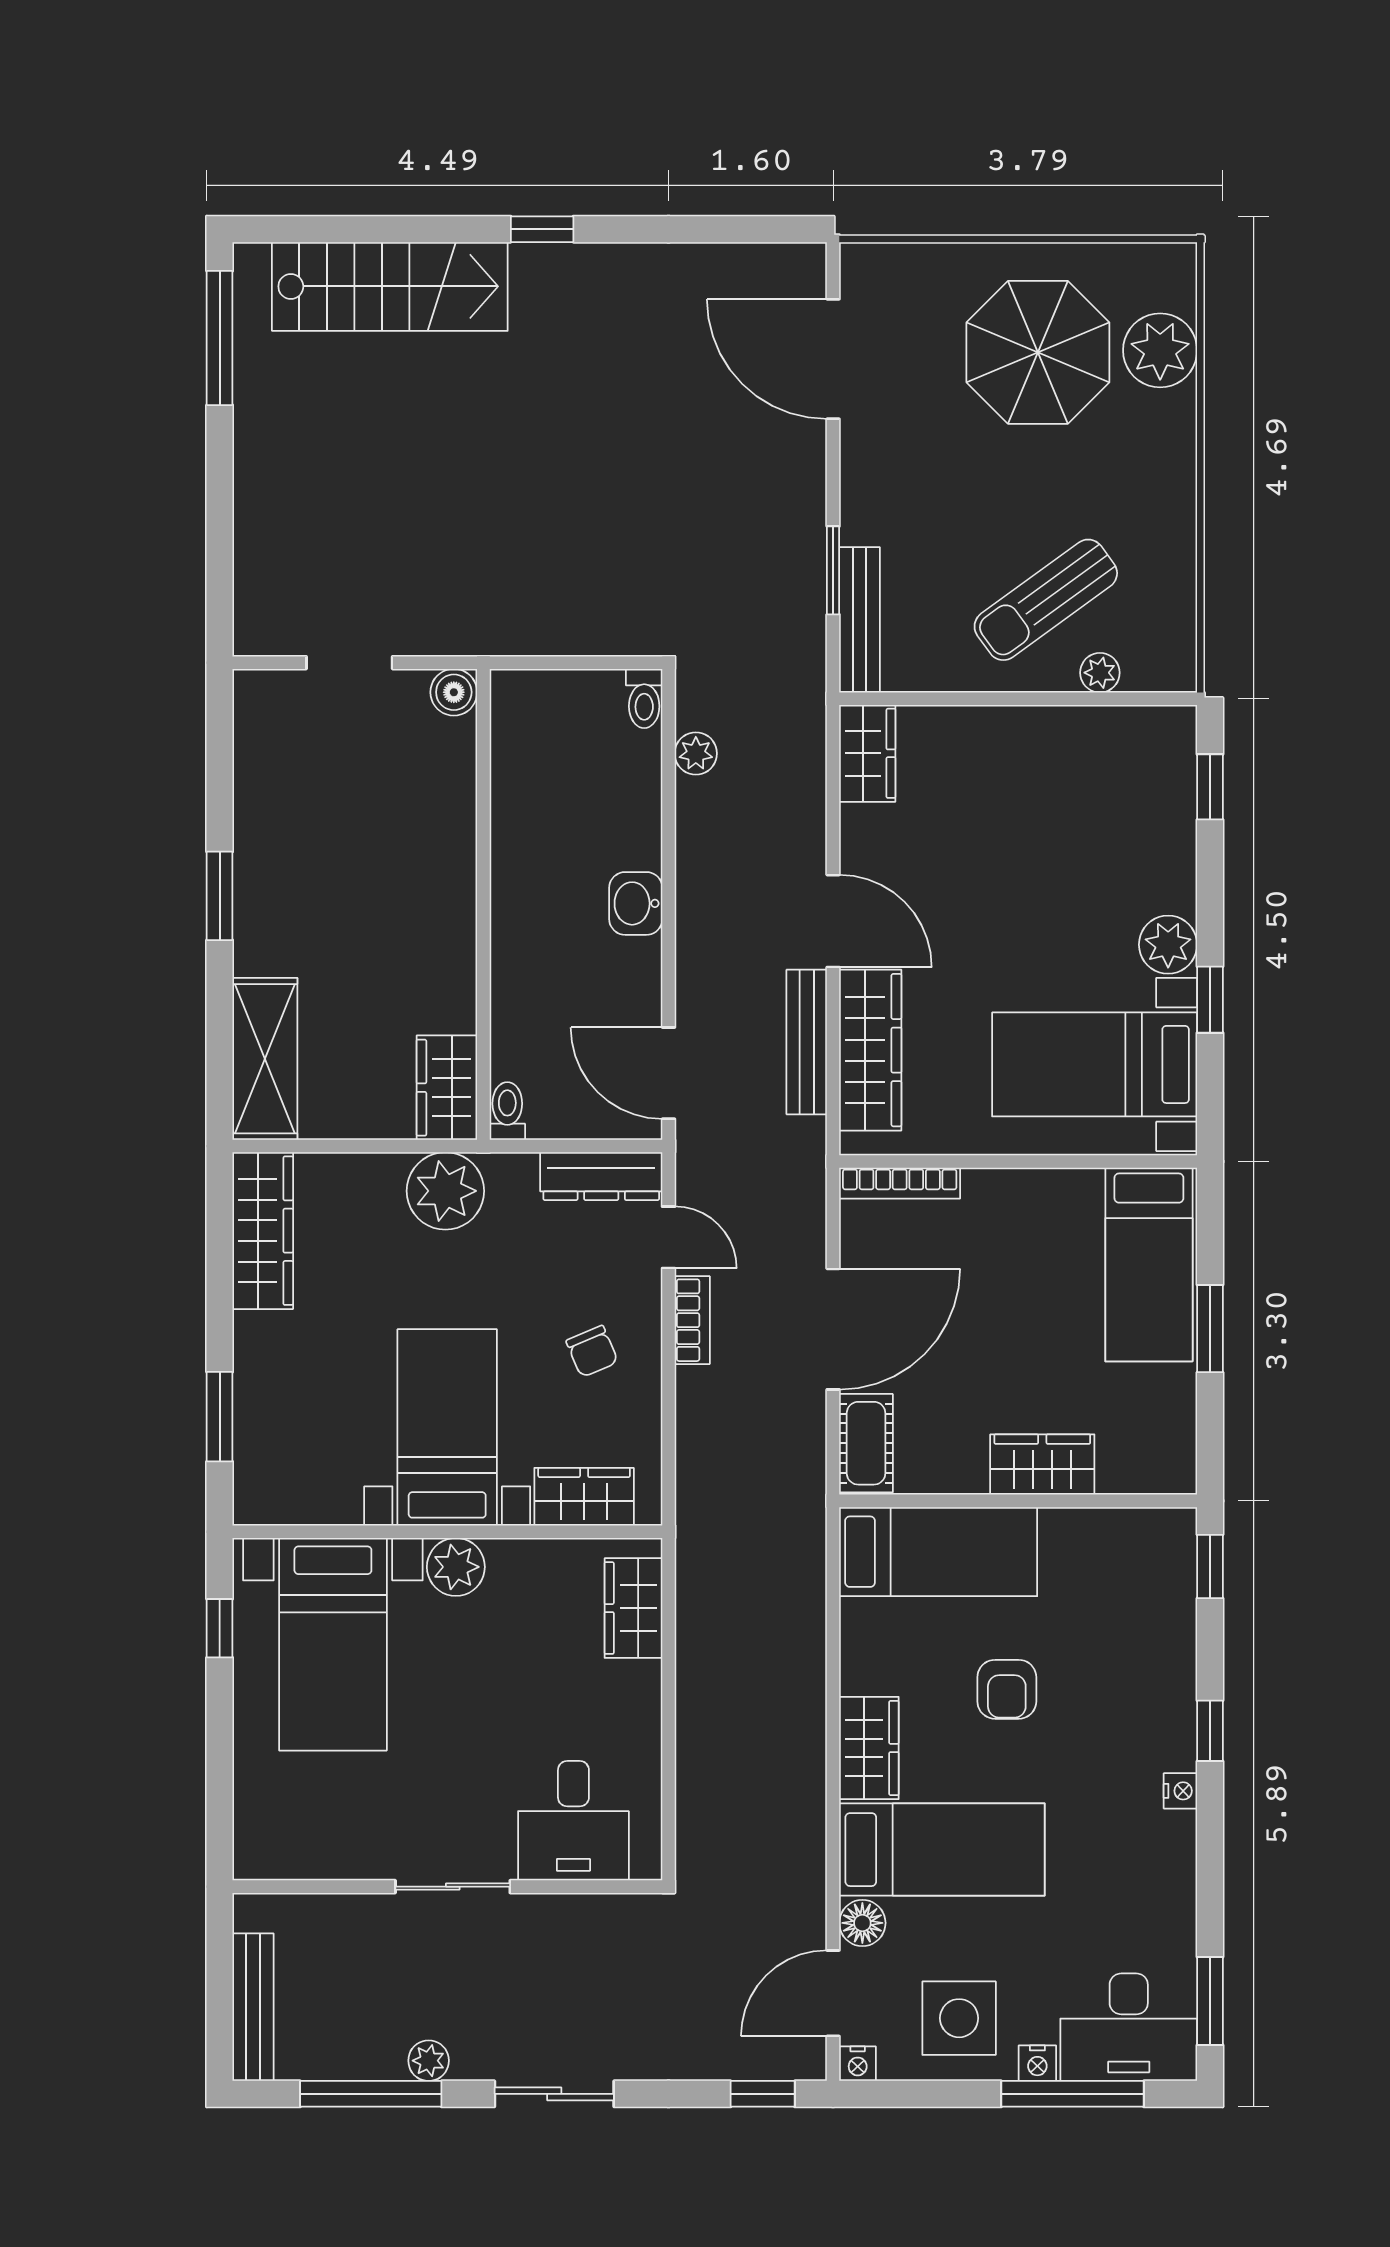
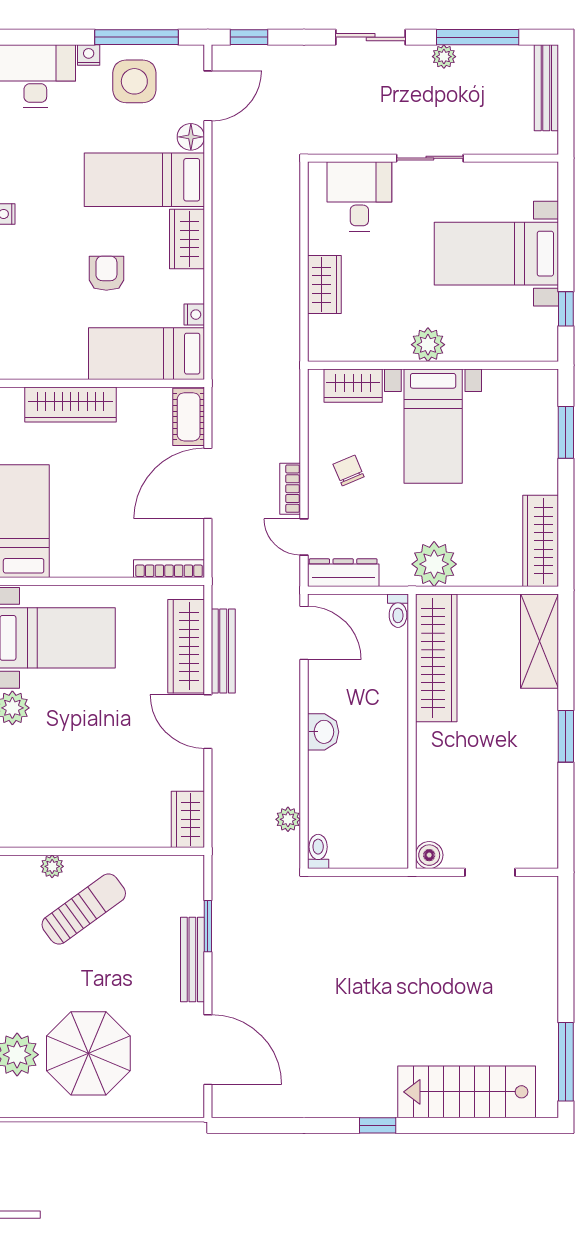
bench: (860, 620) -> (192, 960), moved
wardrobe: (447, 1088) -> (436, 658), width x2.10, depth x1.17
wardrobe: (1042, 1464) -> (71, 404), width x1.50
wardrobe: (633, 1608) -> (324, 285), moved
bed with nightstands: (333, 1644) -> (496, 254), moved, turned -90
nightstand: (858, 2064) -> (194, 315), moved, turned 90
window: (1072, 2094) -> (137, 37), moved

